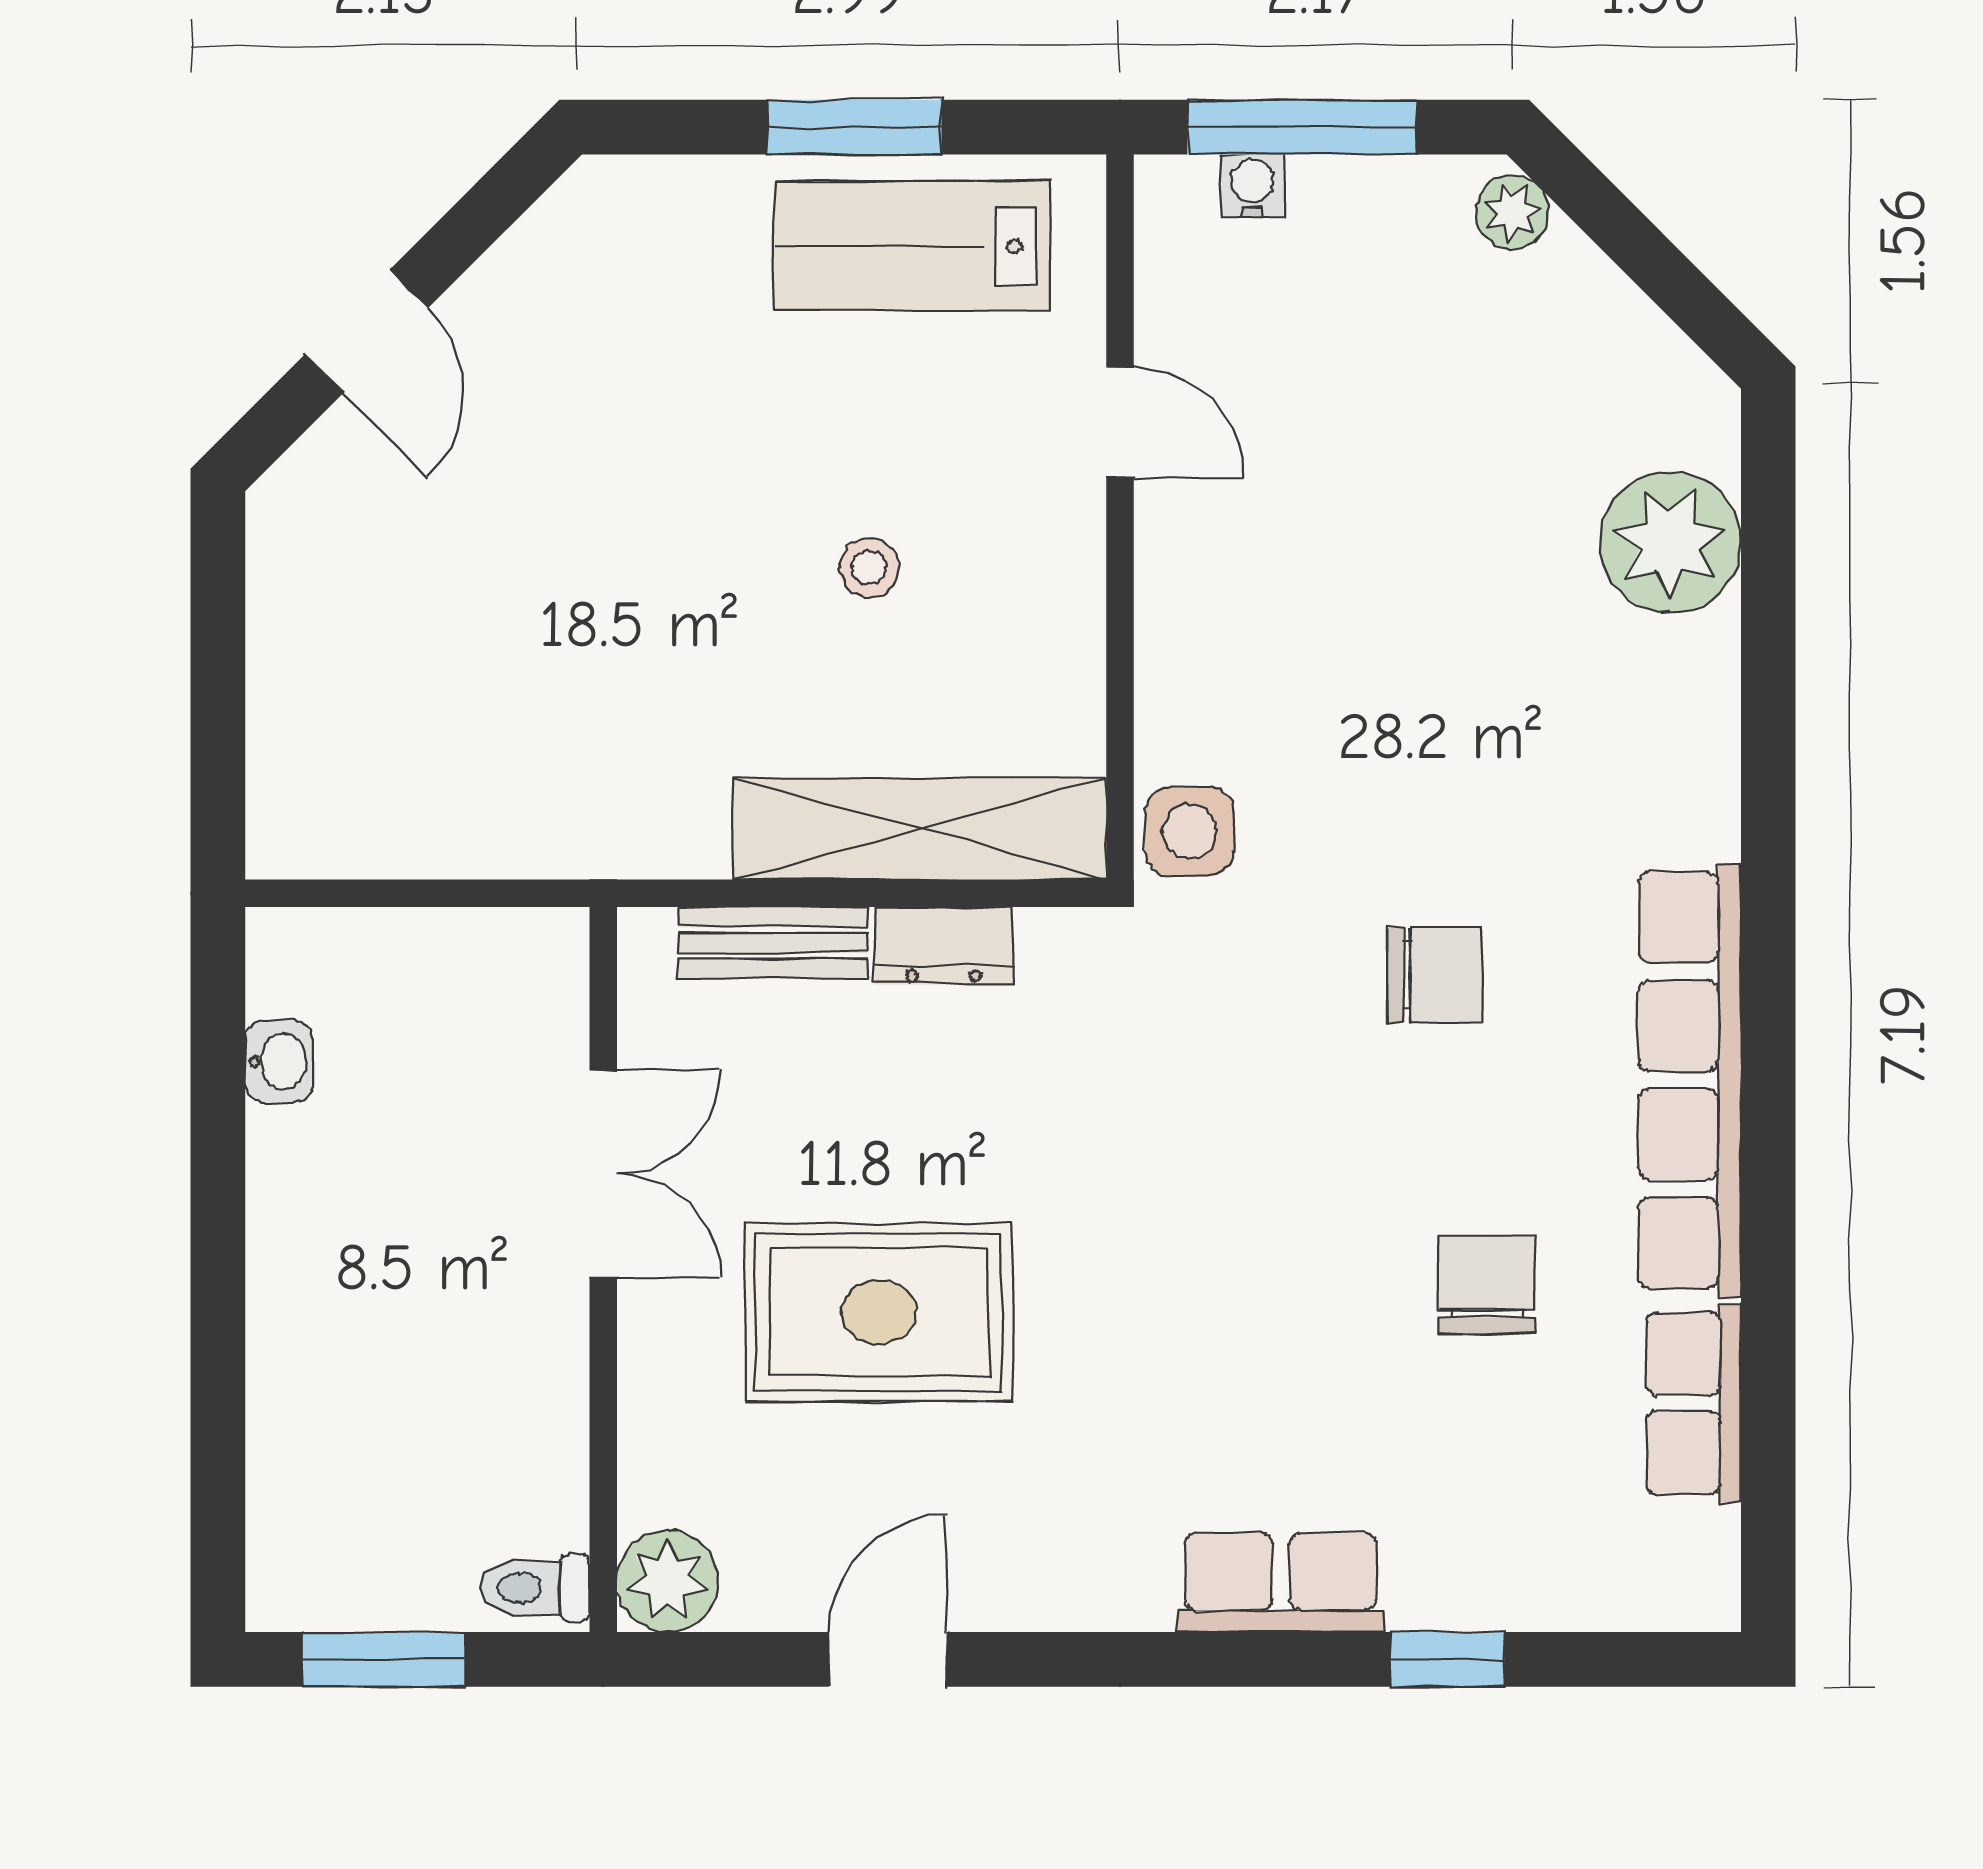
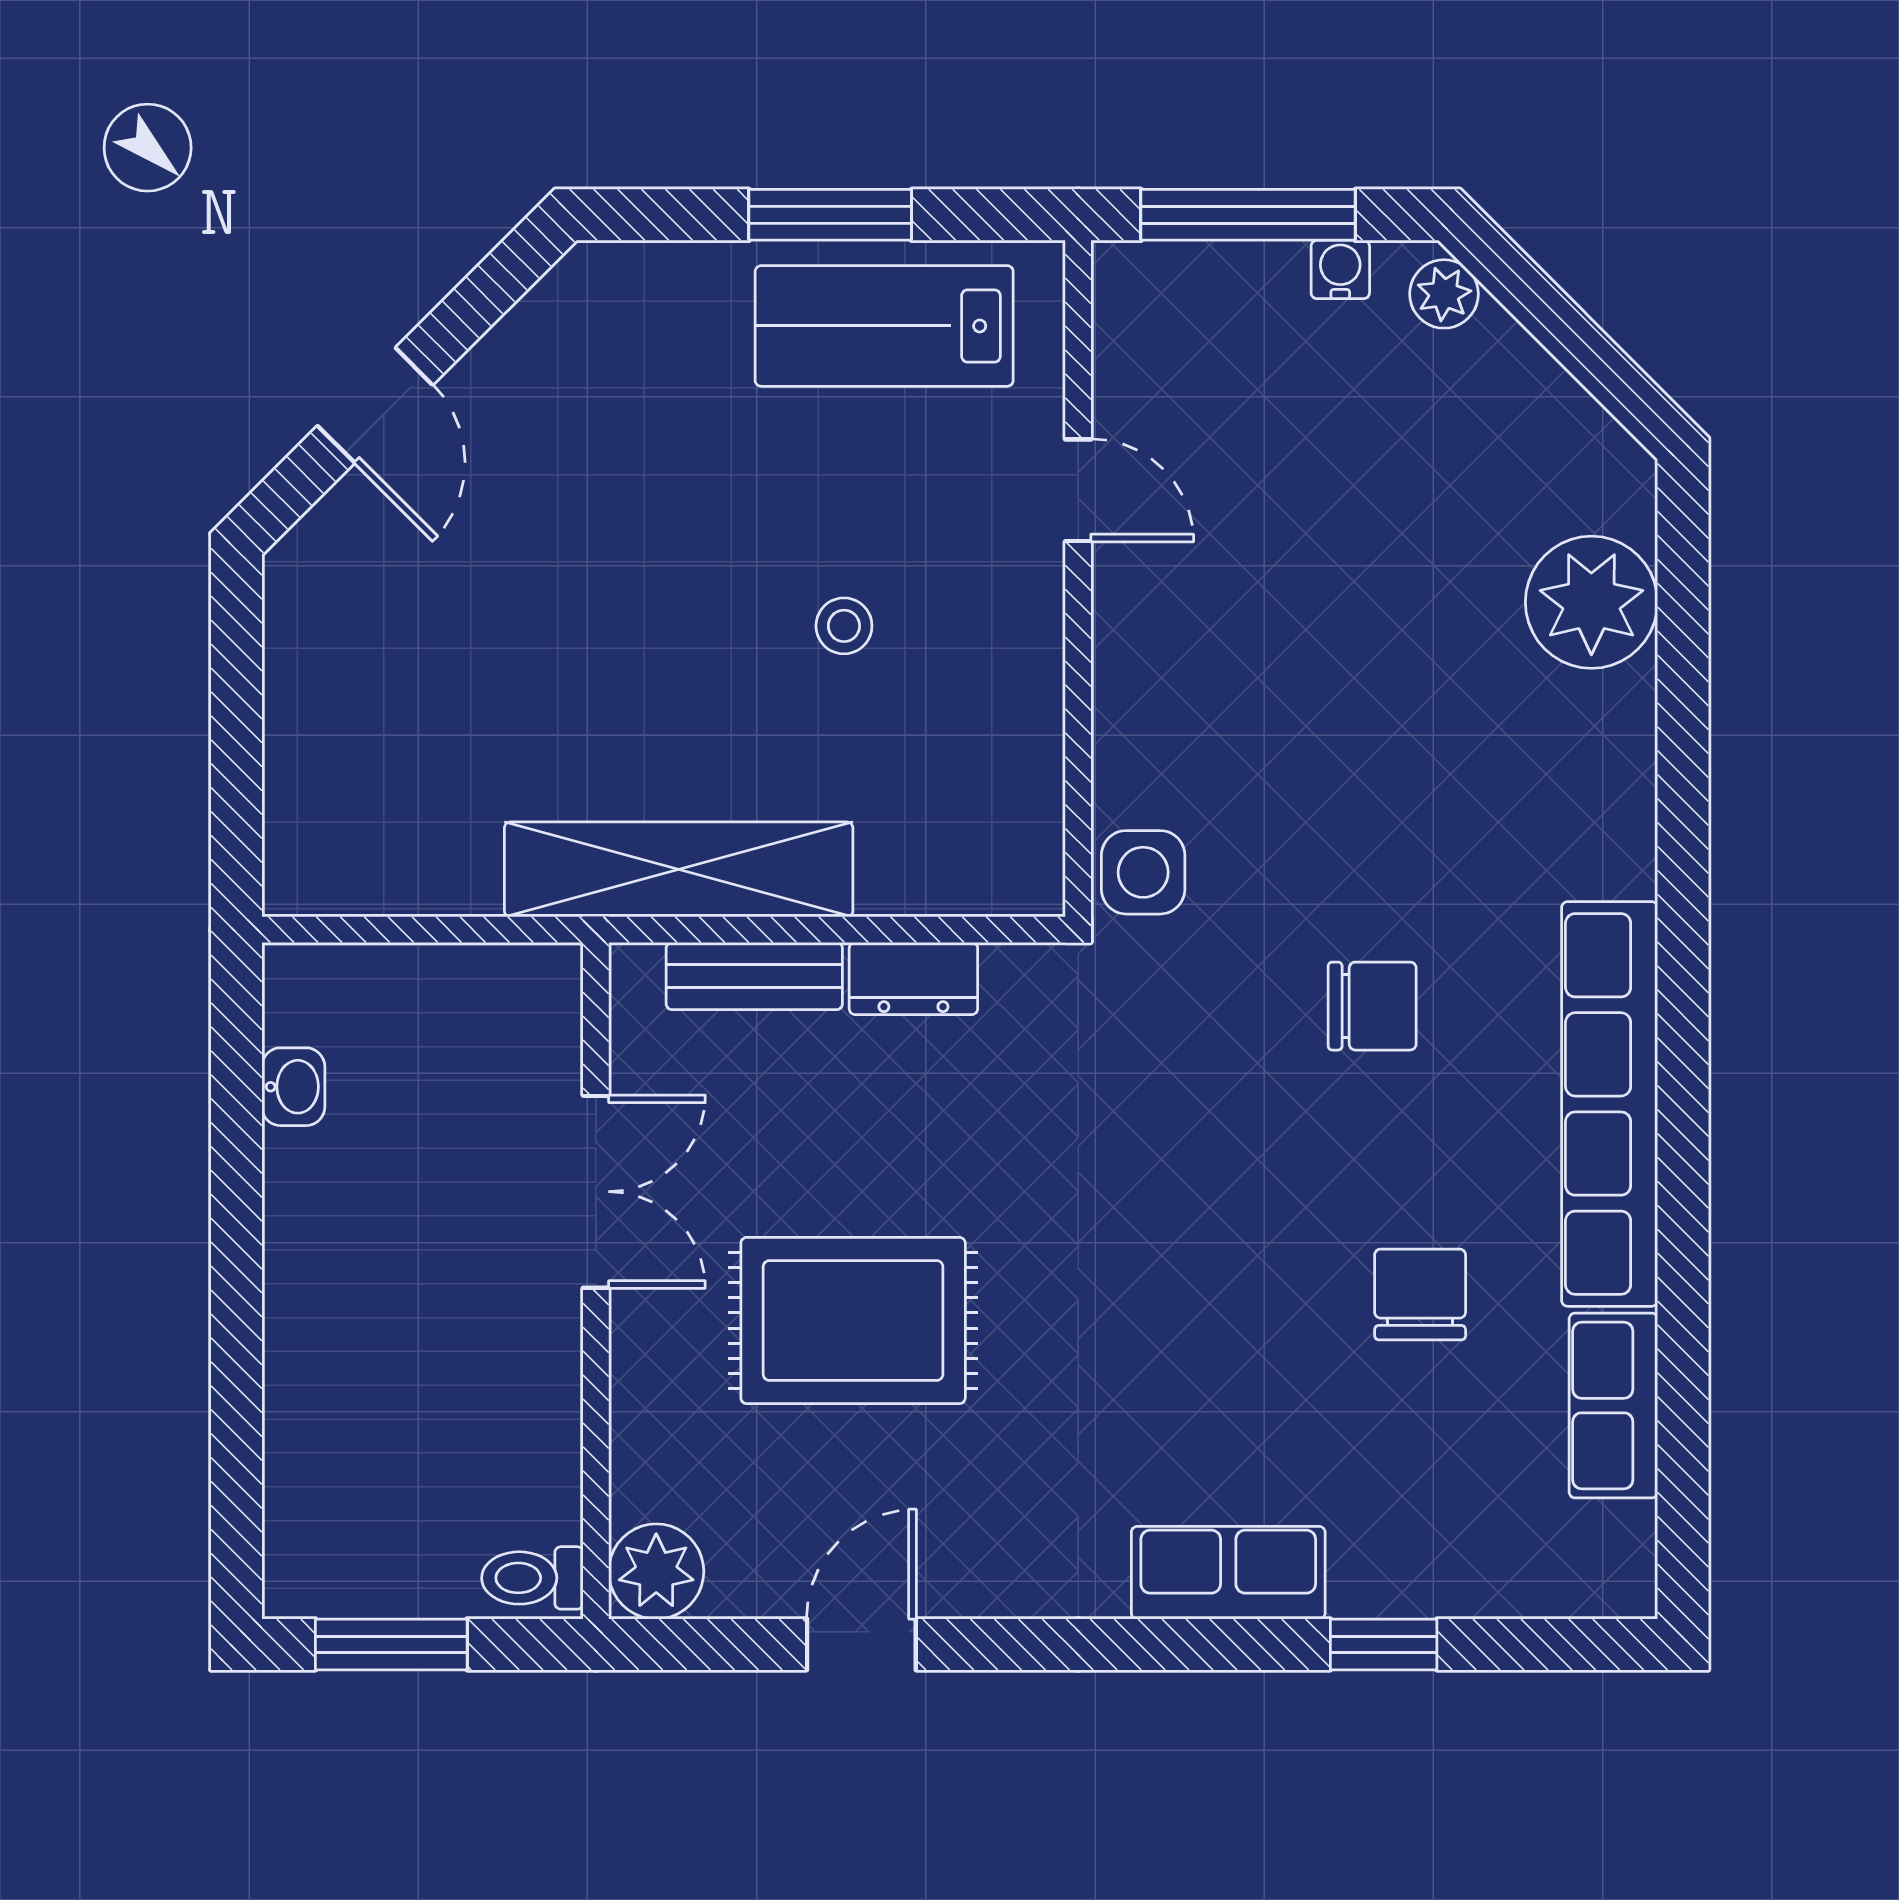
water cooler: (1252, 186) -> (1340, 269), moved
shelving: (920, 829) -> (679, 869), moved

